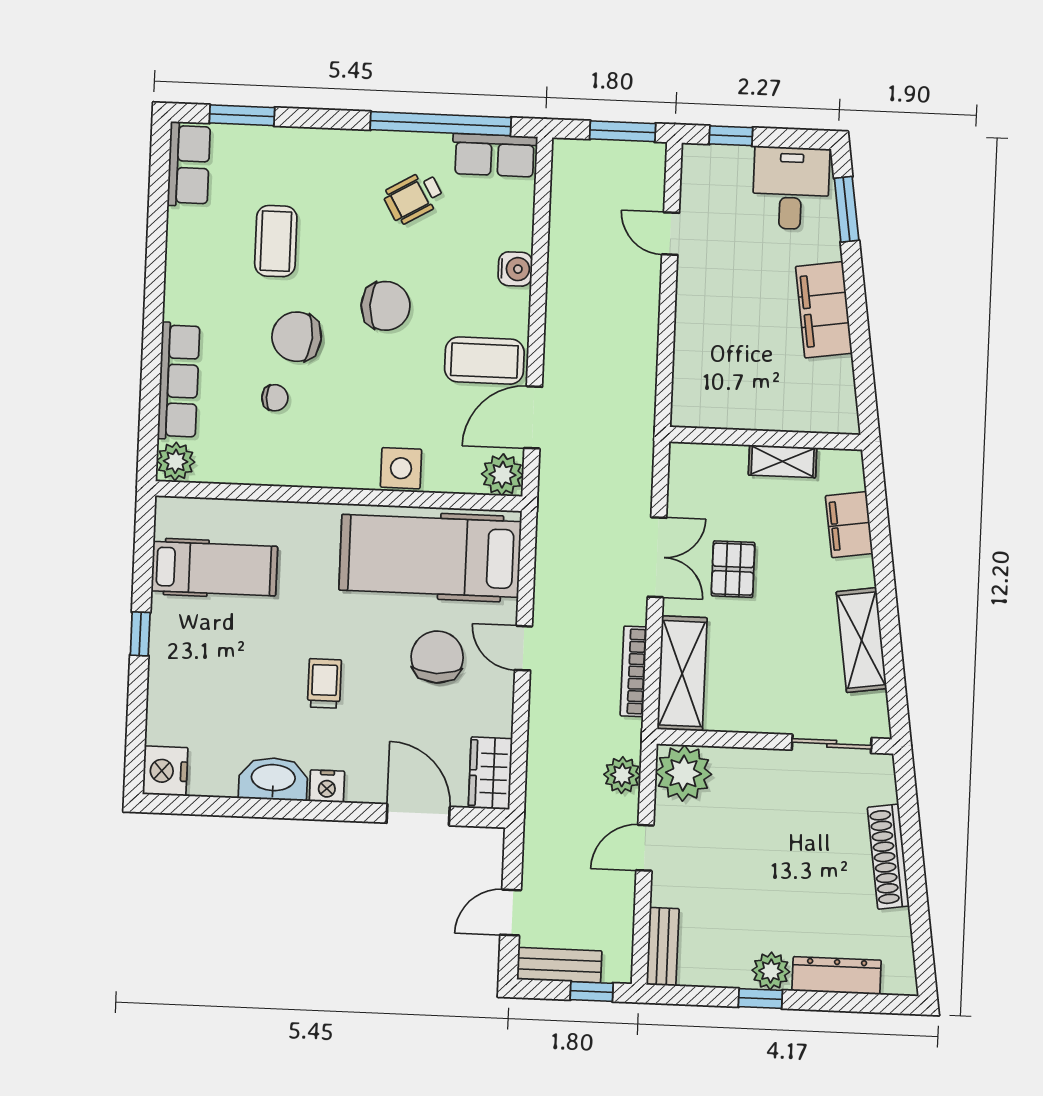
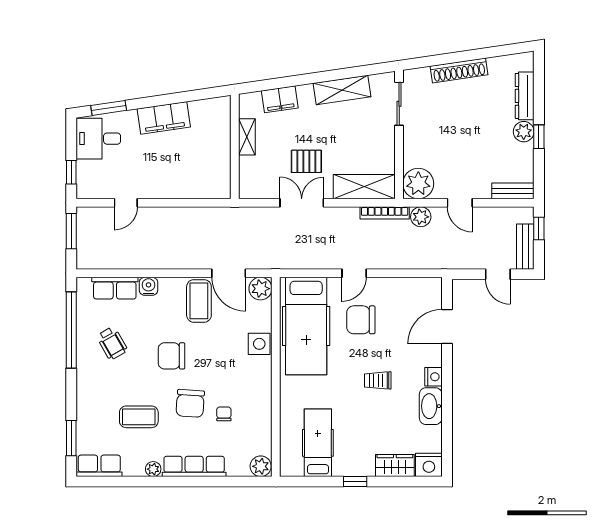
row of seats: (495, 155) -> (115, 288), moved, turned 90
plant: (179, 264) -> (153, 469), added
chair: (386, 306) -> (171, 356), turned -90
row of seats: (179, 381) -> (194, 466), moved
bookcase: (634, 671) -> (385, 213), moved
wardrobe: (490, 773) -> (395, 465), moved, turned 180

